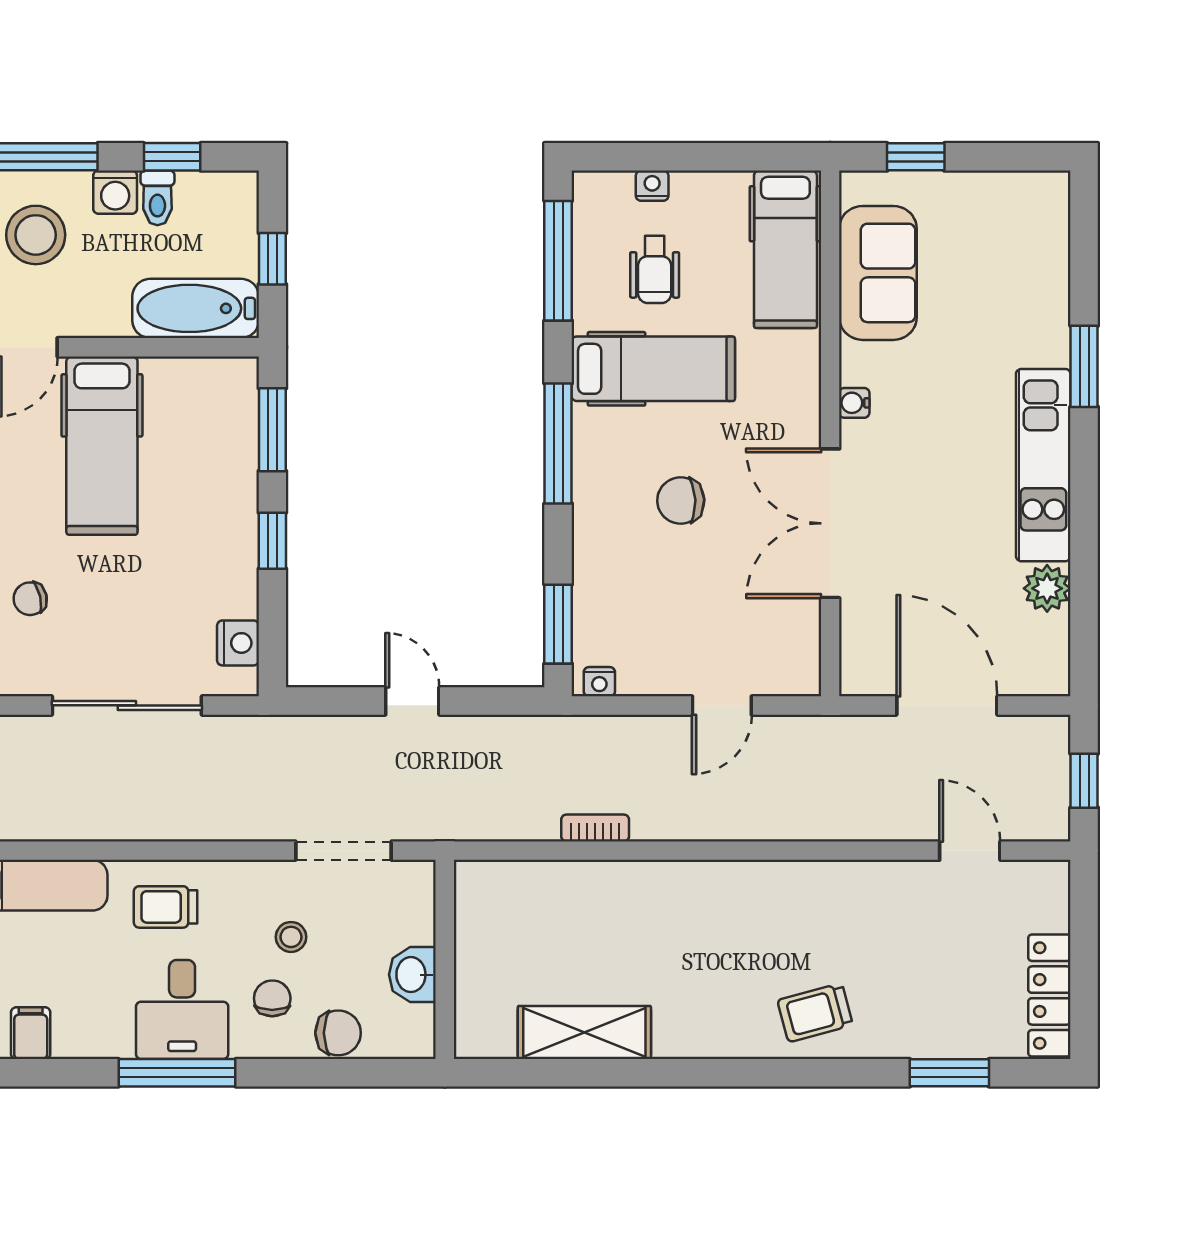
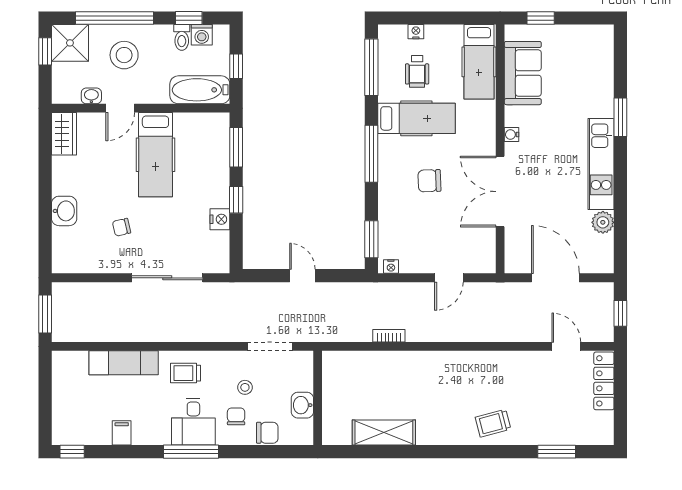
washing machine: (115, 192) -> (202, 35), moved
nightstand: (238, 643) -> (220, 219), moved
locker: (1049, 996) -> (604, 381), moved

